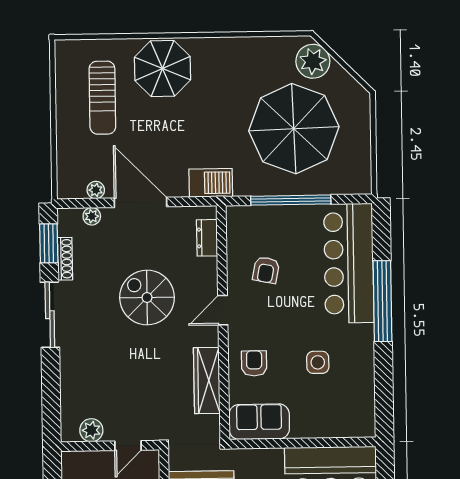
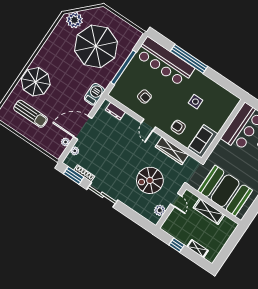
spiral stairs: (147, 298) -> (150, 180), moved

